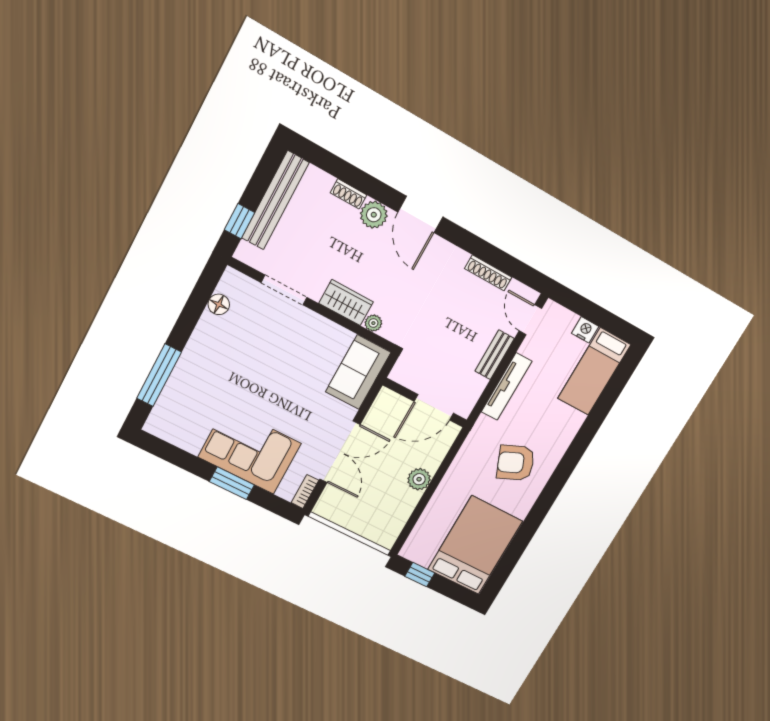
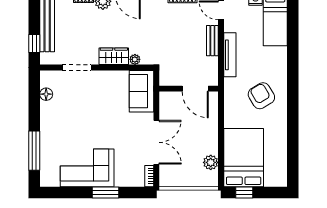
door: (434, 407) -> (195, 89), hinge flipped
corner sofa: (250, 450) -> (87, 168), moved
armchair: (516, 463) -> (261, 96), turned 82
plant: (419, 479) -> (211, 162), moved
bed: (475, 545) -> (244, 158), moved

